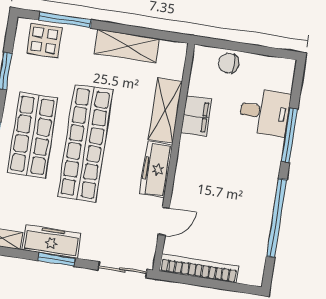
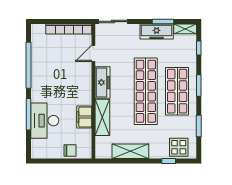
window: (65, 20) -> (169, 161), width x0.46
desk: (265, 112) -> (45, 121), width x1.37
window: (56, 259) -> (163, 21), moved

